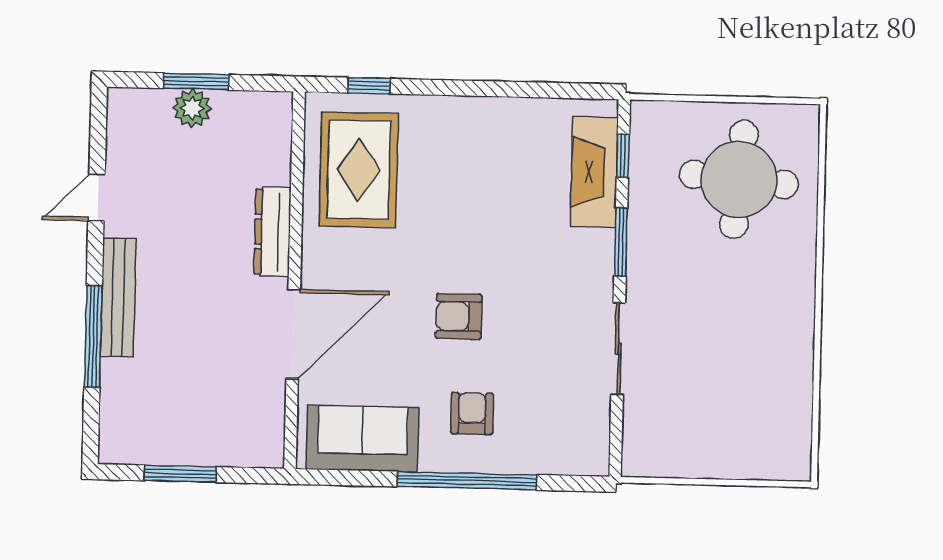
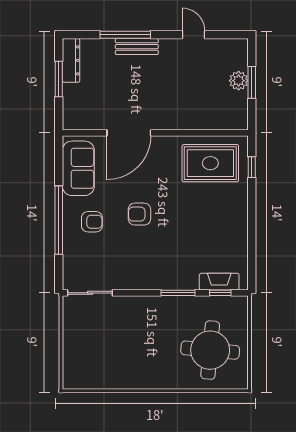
fireplace: (594, 172) -> (219, 282), width x0.73, depth x0.76
dresser: (273, 232) -> (71, 60), moved, turned 90
bench: (118, 298) -> (137, 47), width x0.73
armchair: (459, 316) -> (139, 214), turned -90
door: (293, 334) -> (129, 133), hinge flipped
sliding door: (618, 349) -> (90, 293), moved

